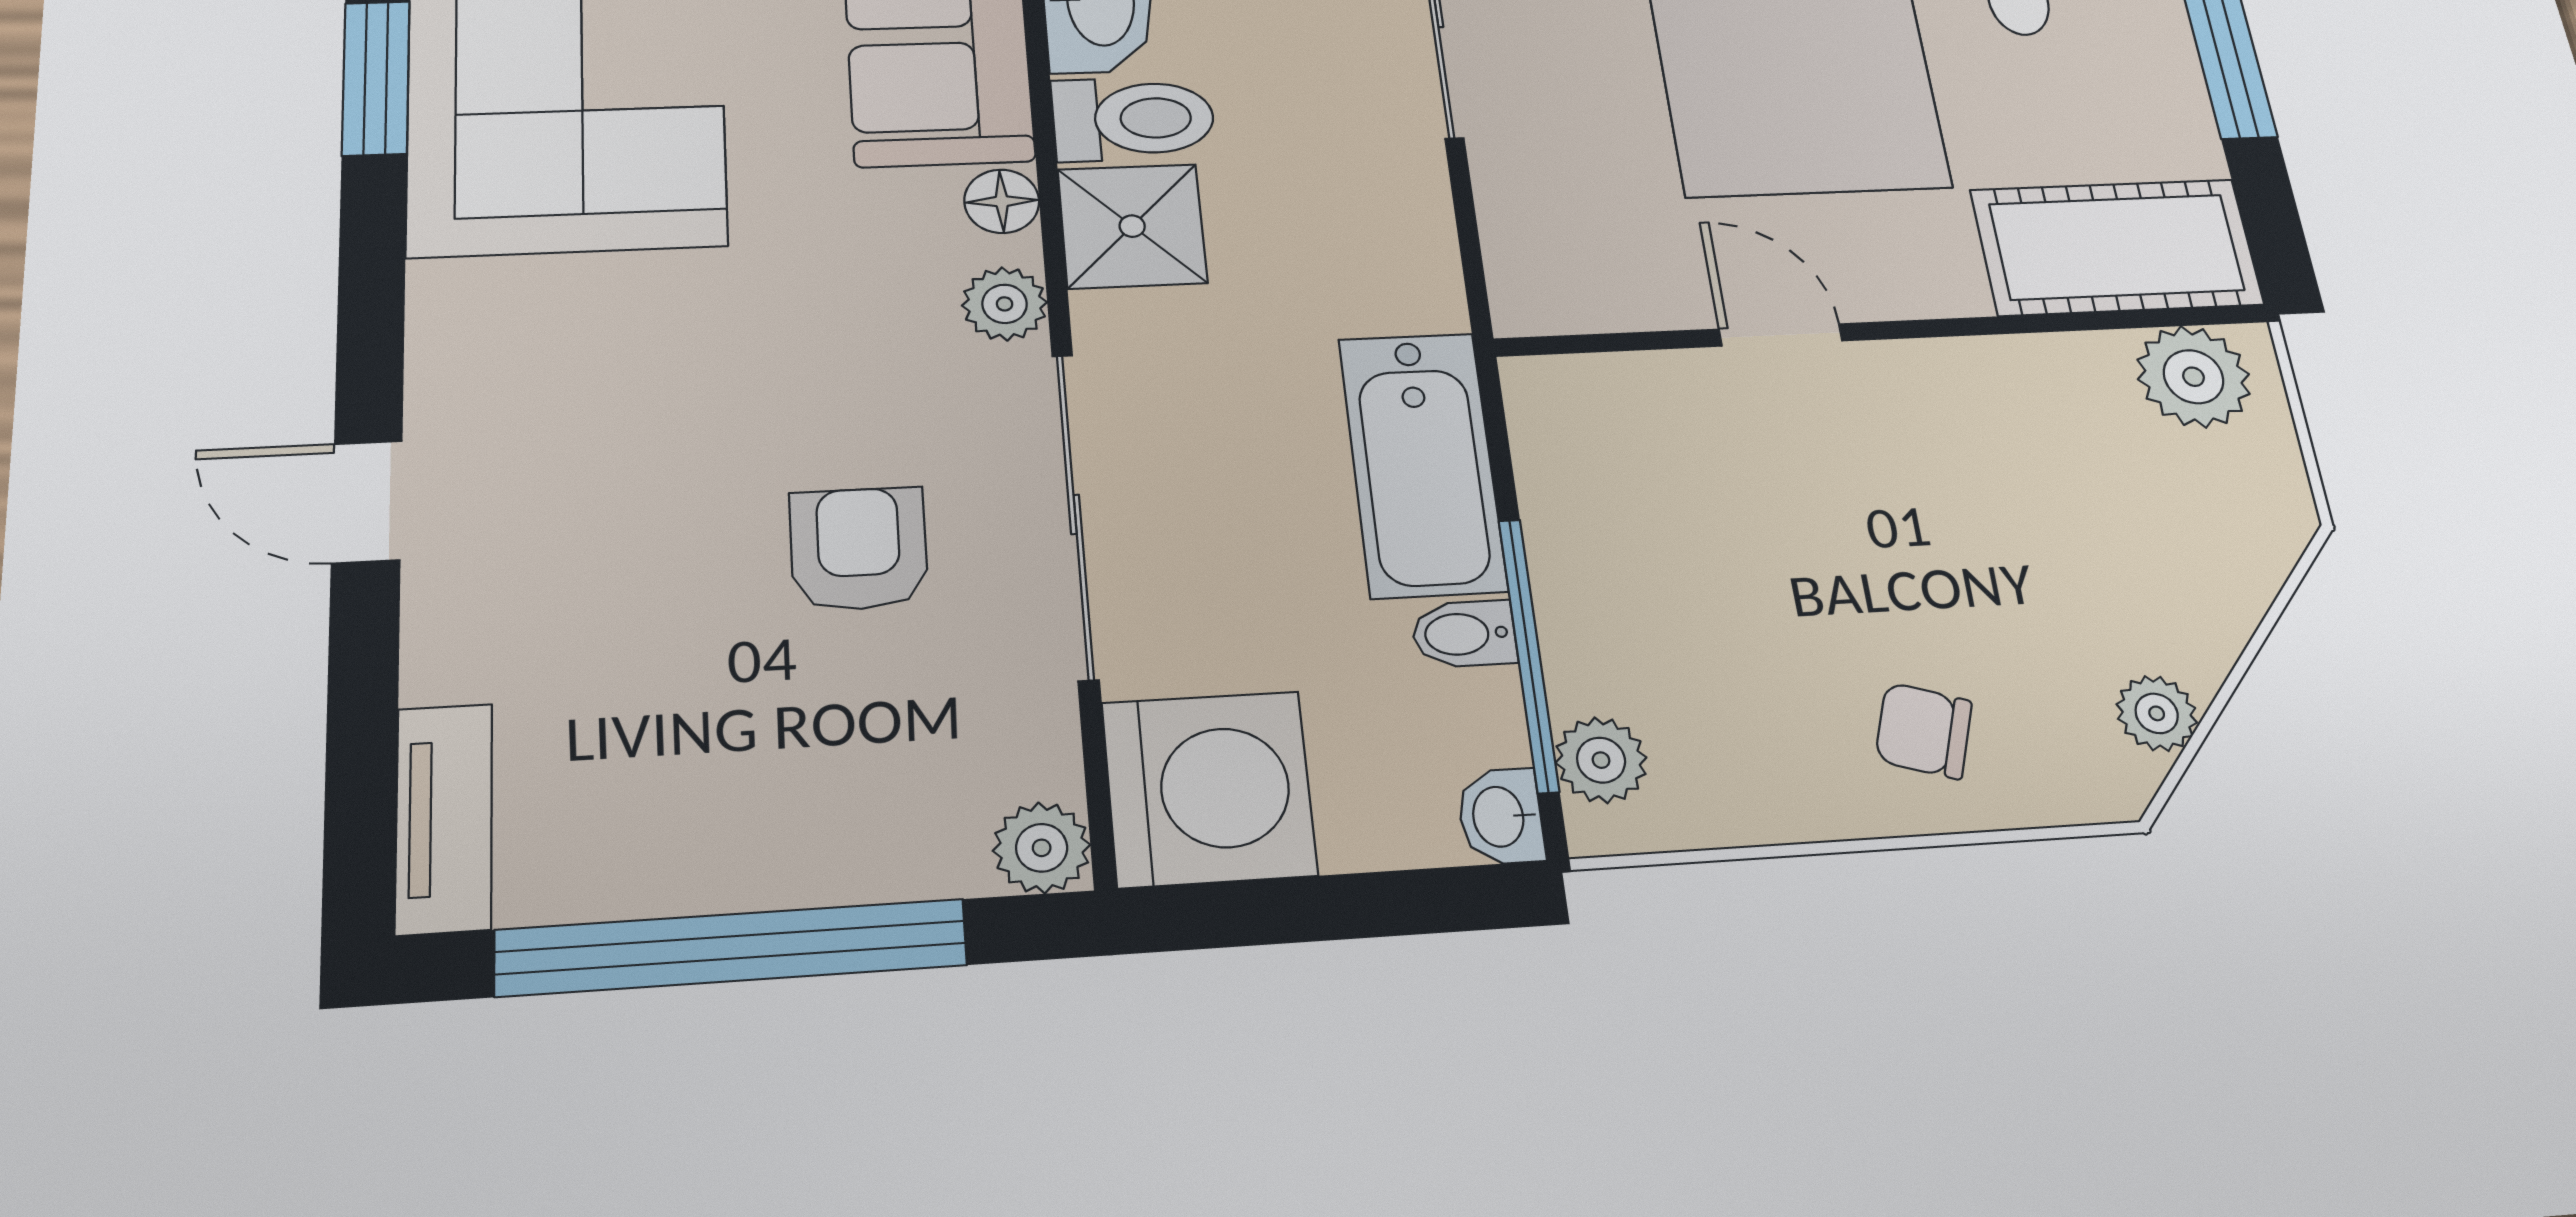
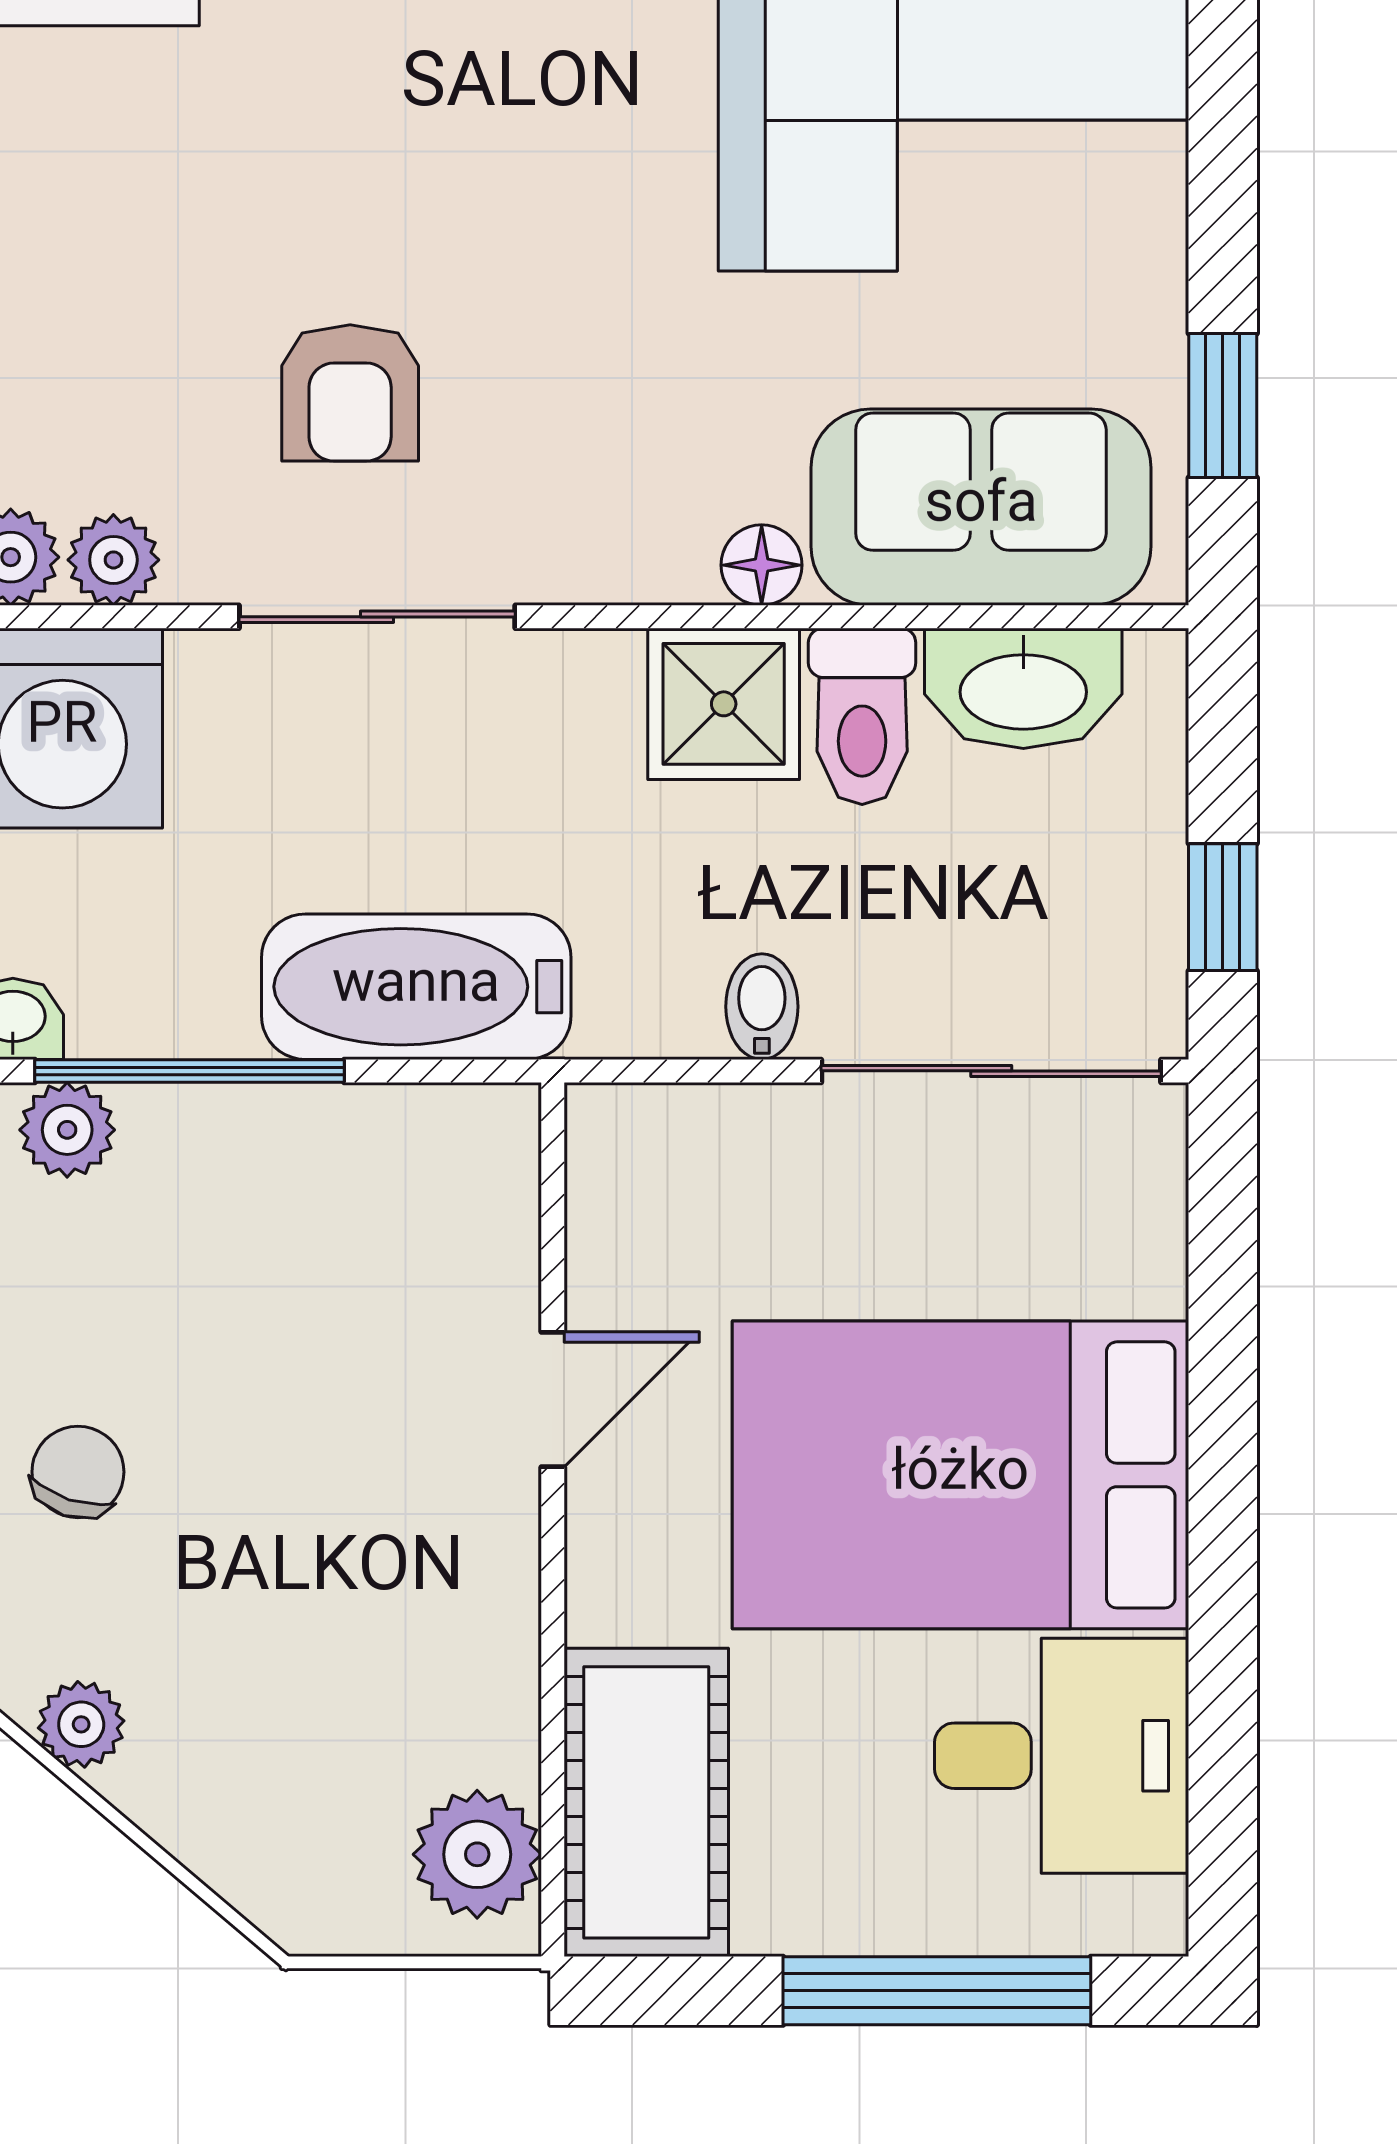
plant: (1005, 304) -> (113, 560), moved
sliding door: (1075, 514) -> (377, 617), width x0.73
armchair: (859, 549) -> (350, 393), turned 90
bidet: (1464, 634) -> (762, 1007), moved

